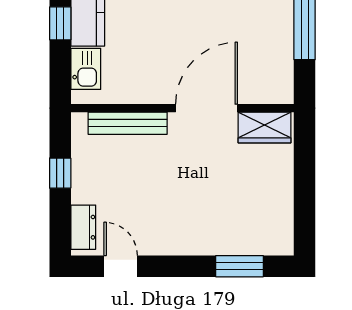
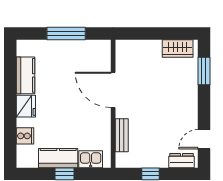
bench: (128, 123) -> (122, 135), width x0.73
wardrobe: (264, 127) -> (178, 48), moved, turned 90

